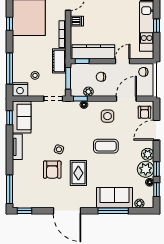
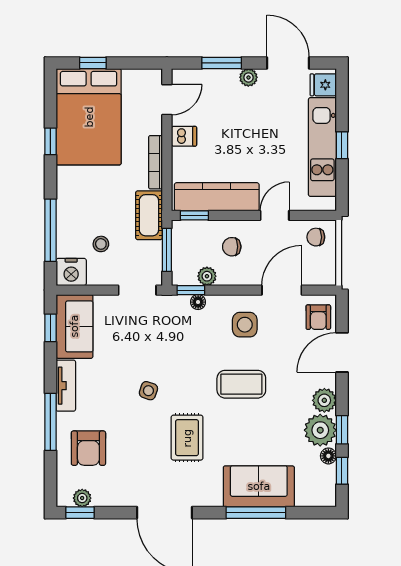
armchair: (52, 170) -> (88, 448), moved
window: (10, 189) -> (50, 422), moved
plant: (139, 203) -> (82, 498), moved

